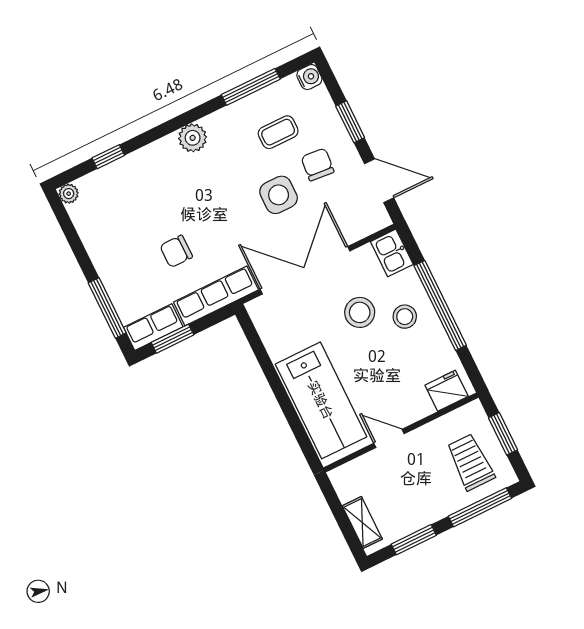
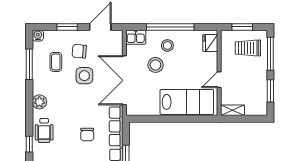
wheelchair: (146, 171) -> (44, 130), added
shelving: (362, 522) -> (232, 110), moved

